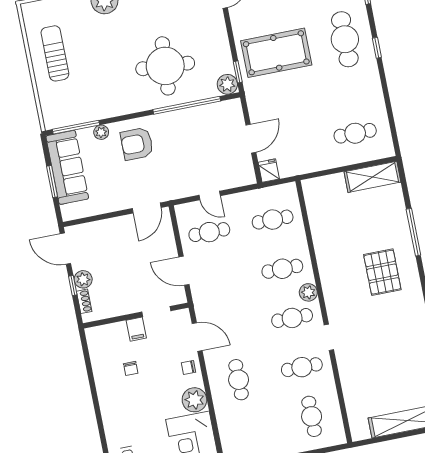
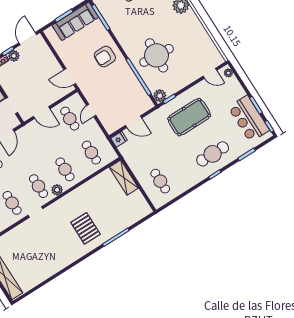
pool table: (276, 53) -> (189, 117), turned 90
plant: (101, 132) -> (103, 33), removed
armchair: (137, 144) -> (105, 56), turned -90
shelving: (372, 177) -> (124, 178), moved
door: (184, 271) -> (42, 113), swing flipped
pallet: (382, 272) -> (86, 228), turned 90

